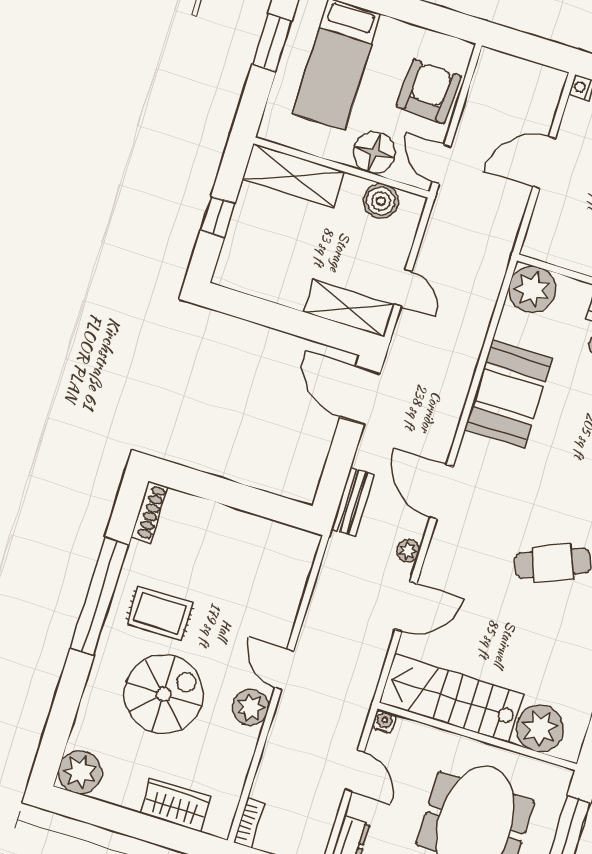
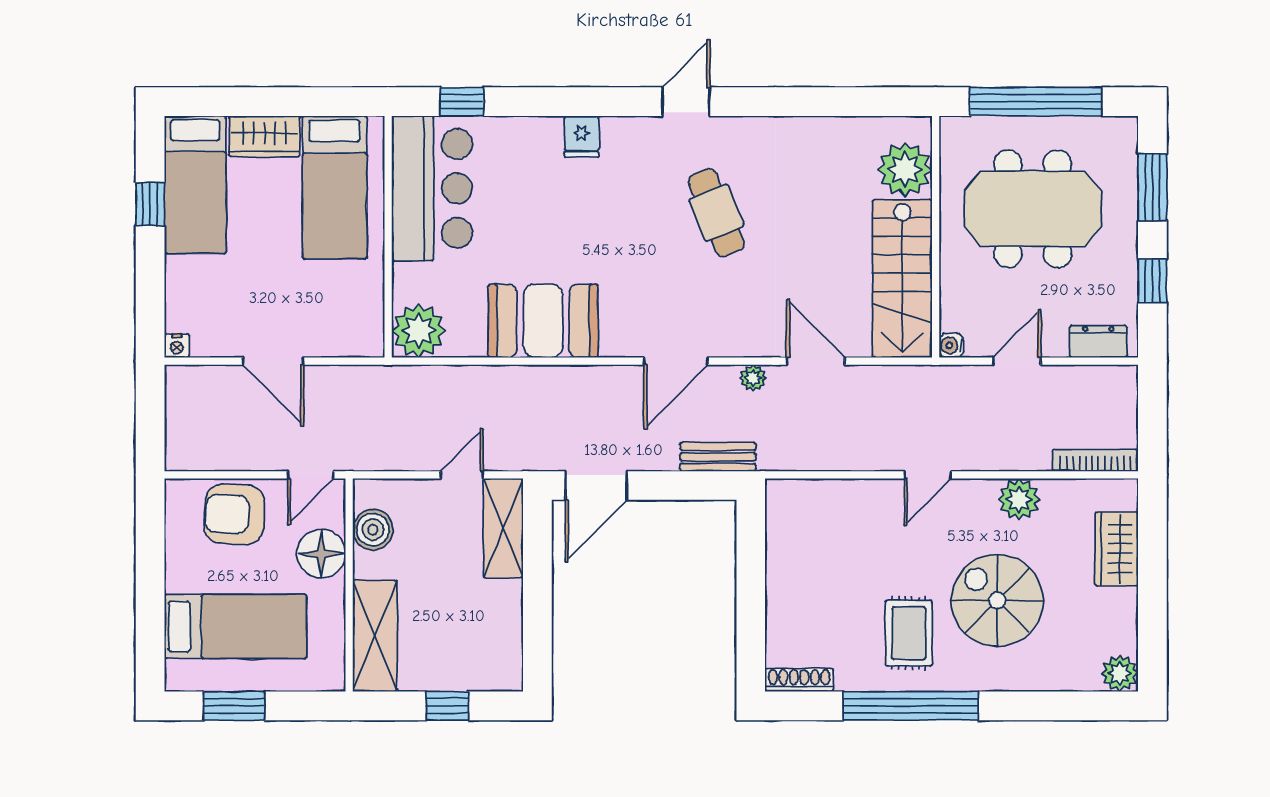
plant: (250, 707) -> (1019, 499), moved
plant: (80, 772) -> (1120, 673), width x0.73, depth x0.73
bookcase: (249, 823) -> (1095, 460), width x1.56

